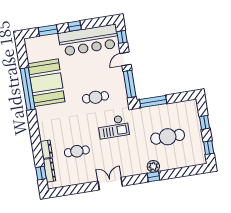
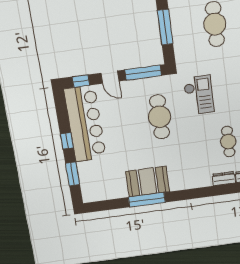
booth: (46, 83) -> (148, 182), width x0.73, depth x0.70
window: (28, 89) -> (147, 200), width x0.68
cafe table: (96, 97) -> (160, 117), width x1.37, depth x1.35
window: (153, 101) -> (165, 27), moved

